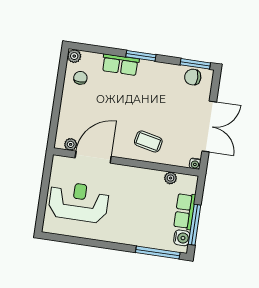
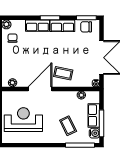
row of seats: (158, 70) -> (62, 26), added
door: (93, 157) -> (40, 89), moved
coffee table: (144, 221) -> (68, 126), added

